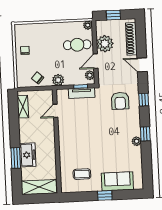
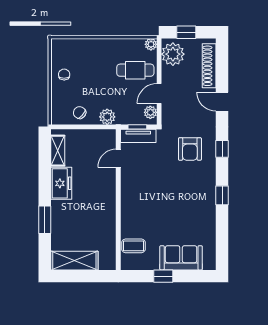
plant: (105, 44) -> (173, 54), moved
door: (55, 111) -> (118, 158), moved
wall: (57, 141) -> (118, 200), moved
plant: (137, 141) -> (210, 205), removed
freezer: (28, 155) -> (61, 183), moved

